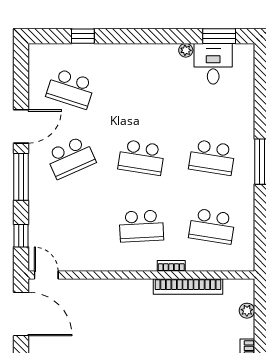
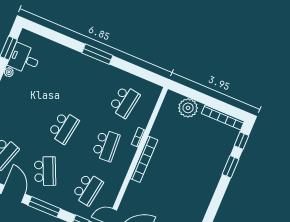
school desk: (212, 157) -> (88, 189), moved
bookcase: (188, 286) -> (144, 159), moved
plant: (247, 311) -> (188, 108), width x1.88, depth x1.88

